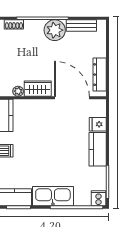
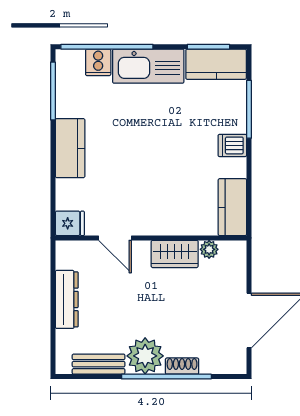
shoe rack: (14, 24) -> (182, 366), moved
dresser: (100, 75) -> (67, 299), moved
door: (72, 98) -> (115, 238), width x0.53
fridge: (98, 124) -> (70, 223), moved
cooker: (98, 198) -> (98, 62), moved

